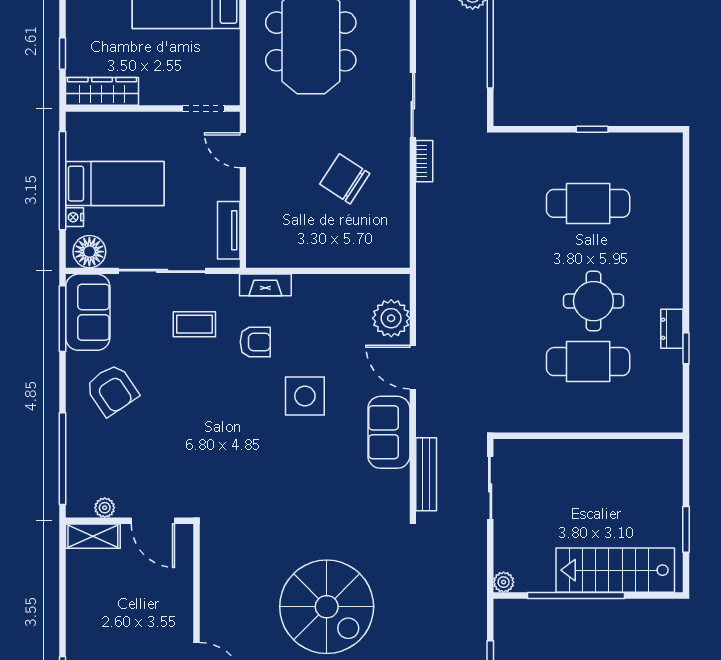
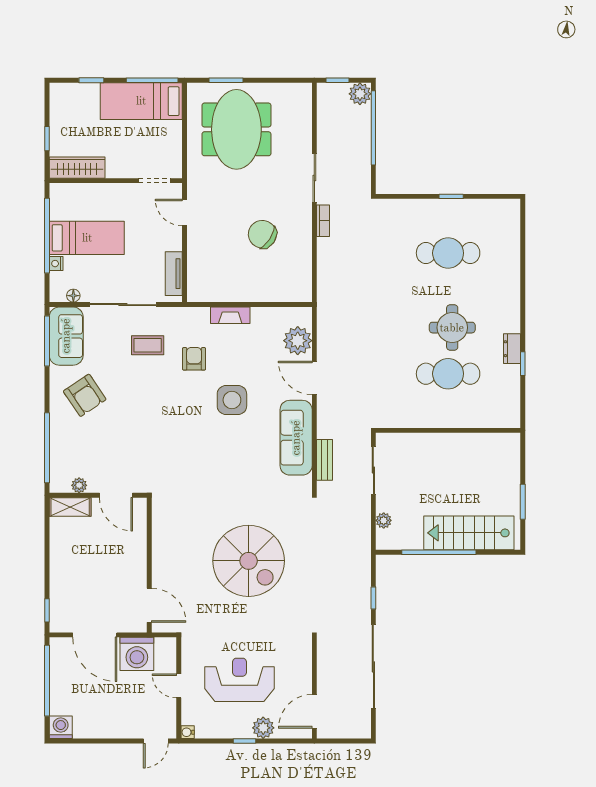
floor lamp: (89, 252) -> (73, 296), width x0.53, depth x0.53
fireplace: (265, 285) -> (230, 315), moved
armchair: (255, 342) -> (194, 359), turned -90
sofa: (389, 432) -> (296, 438), width x1.36
bench: (426, 474) -> (325, 460), width x0.73
plant: (504, 582) -> (384, 520), moved

